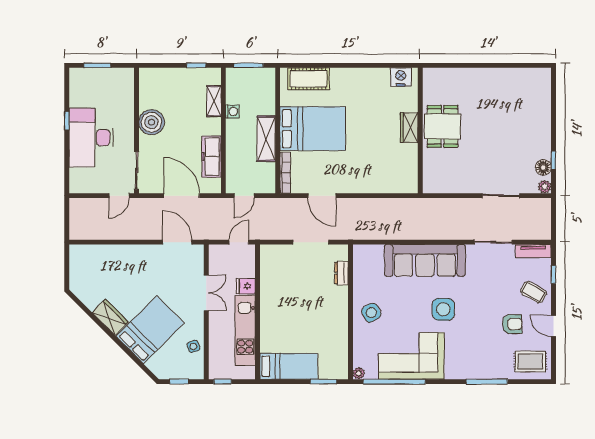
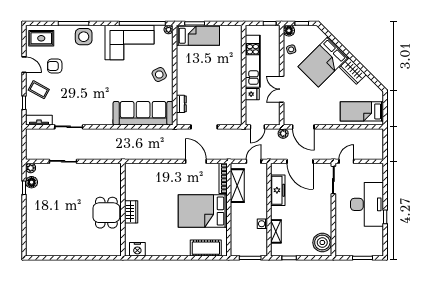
boiler: (151, 122) -> (322, 243), moved
shelving: (266, 139) -> (237, 186), moved
plant: (204, 233) -> (283, 133), added
sofa: (425, 260) -> (143, 113), moved
bed: (98, 263) -> (362, 111), added
side table: (443, 309) -> (84, 37), moved
bed: (289, 366) -> (198, 36), moved, turned 180
floor lamp: (197, 372) -> (289, 31), added

